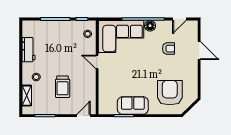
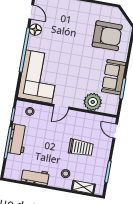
floor lamp: (150, 26) -> (35, 30), moved
workbench: (60, 27) -> (18, 139), added
armchair: (169, 49) -> (60, 29), removed
plant: (107, 90) -> (93, 102), added
armchair: (170, 93) -> (107, 36), turned 180

